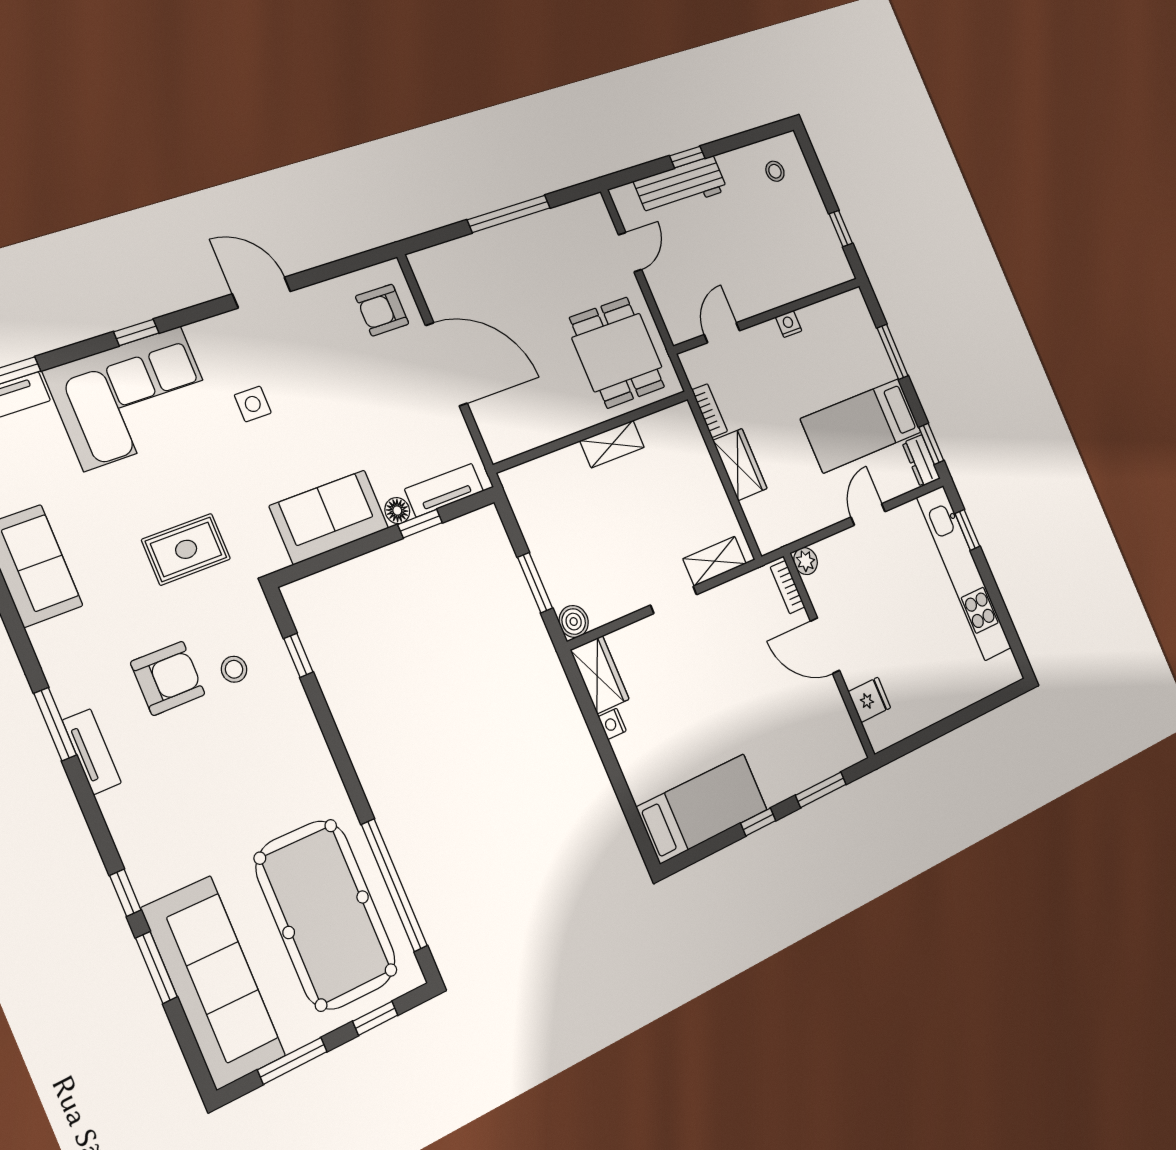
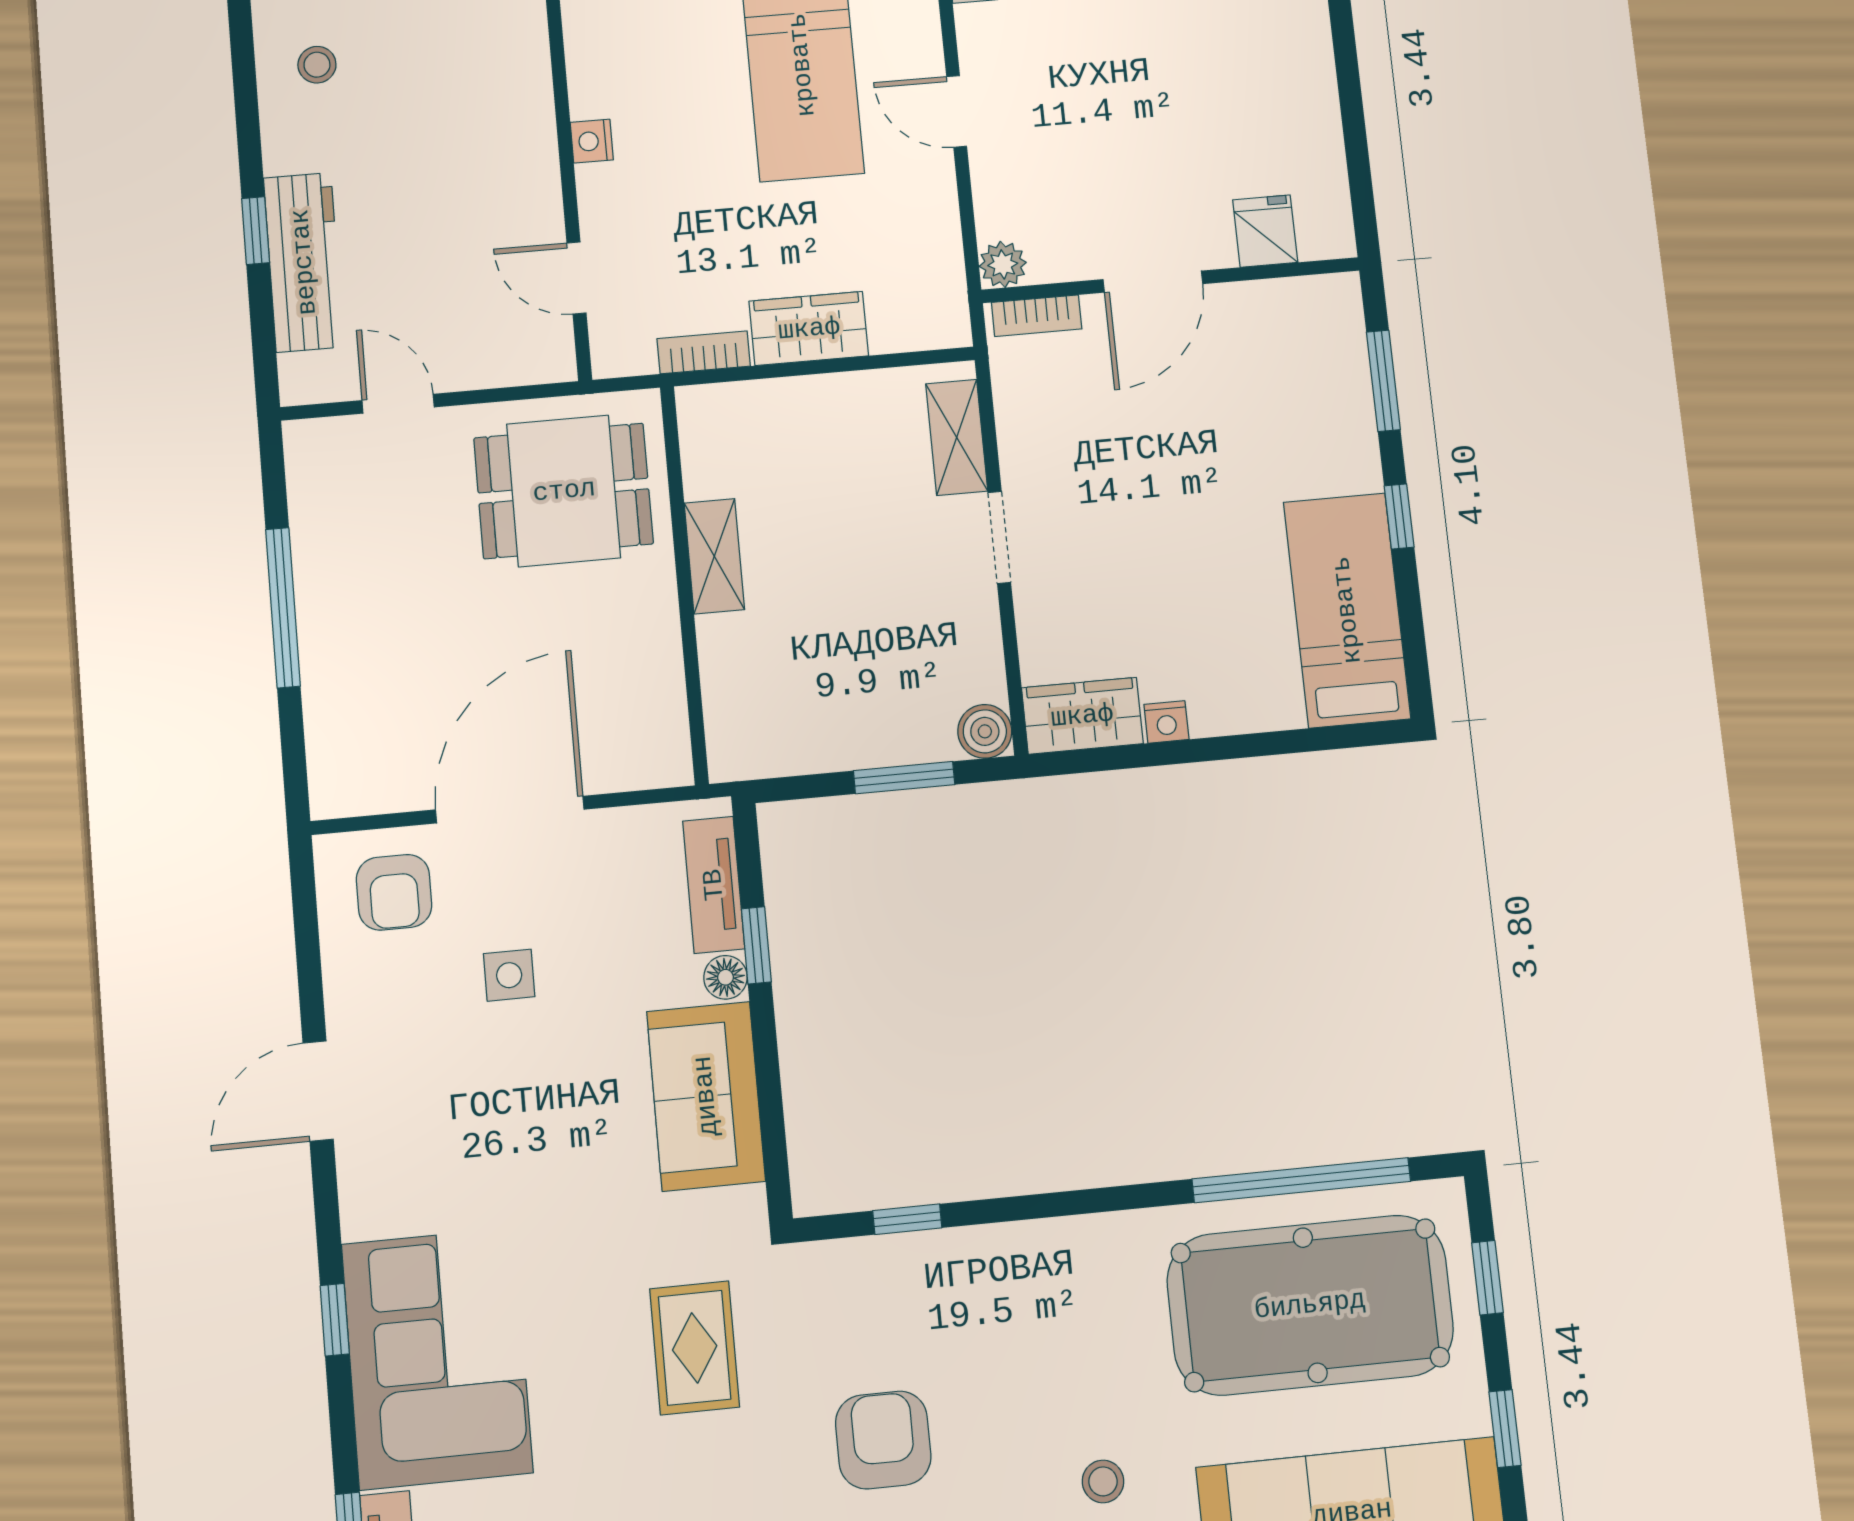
side table: (253, 404) -> (509, 975), moved
stool: (234, 669) -> (1103, 1481), moved
window: (292, 1061) -> (1505, 1429), width x0.67

